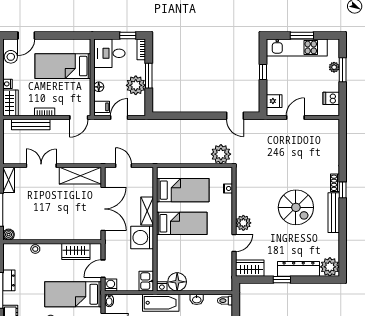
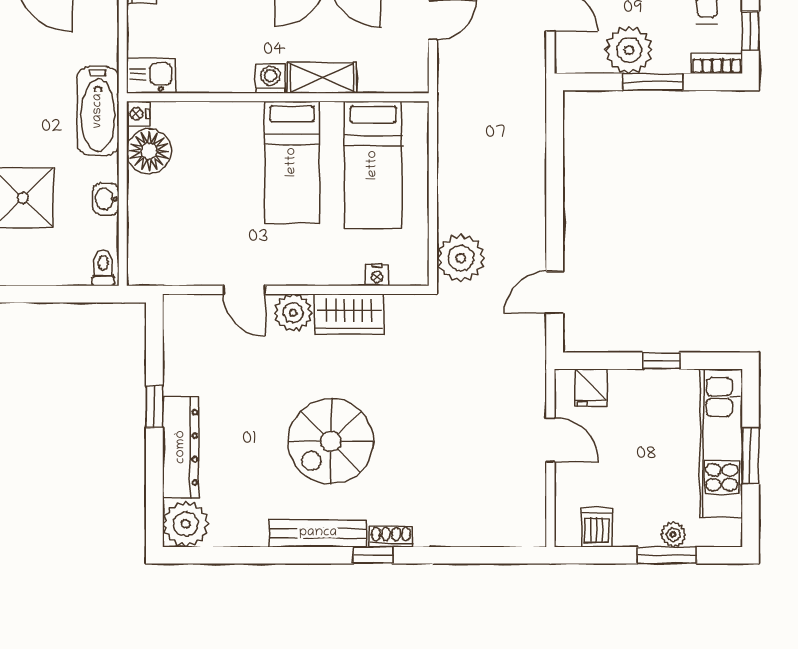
washing machine: (142, 238) -> (270, 79), width x0.53, depth x0.53
wardrobe: (250, 268) -> (349, 314), moved, turned 90

